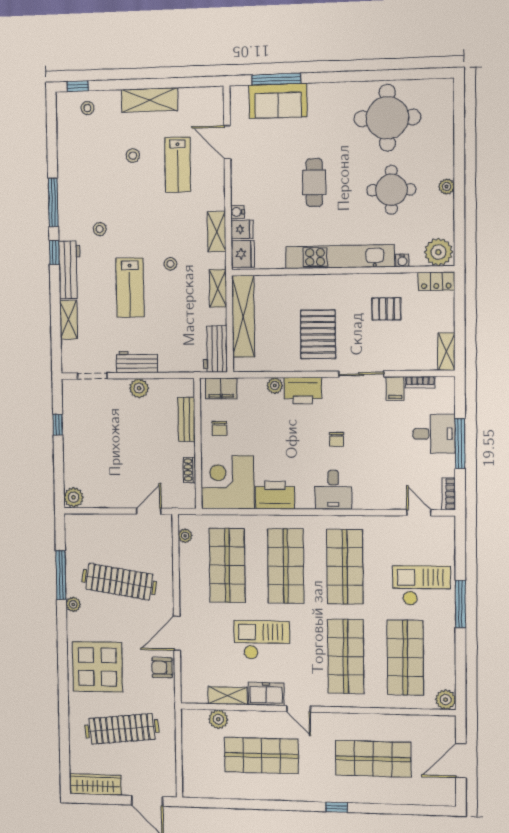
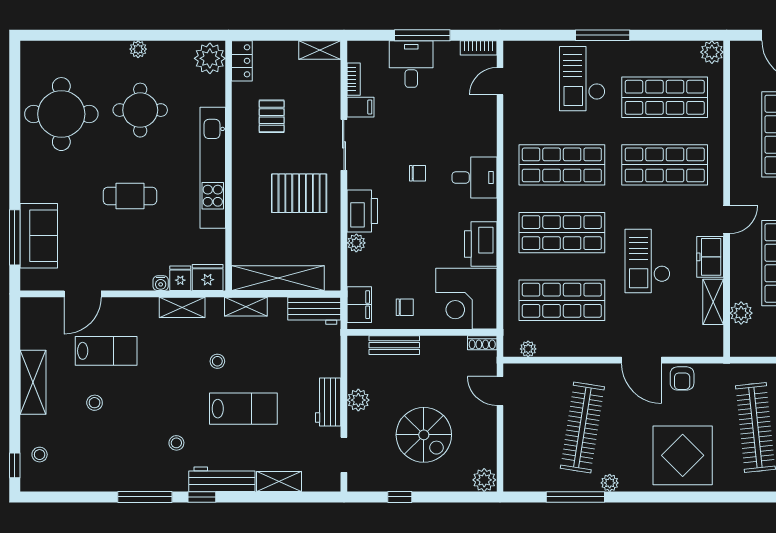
water cooler: (402, 260) -> (218, 98), removed
spiral stairs: (110, 445) -> (424, 435), added
shoe rack: (189, 470) -> (482, 343), moved

